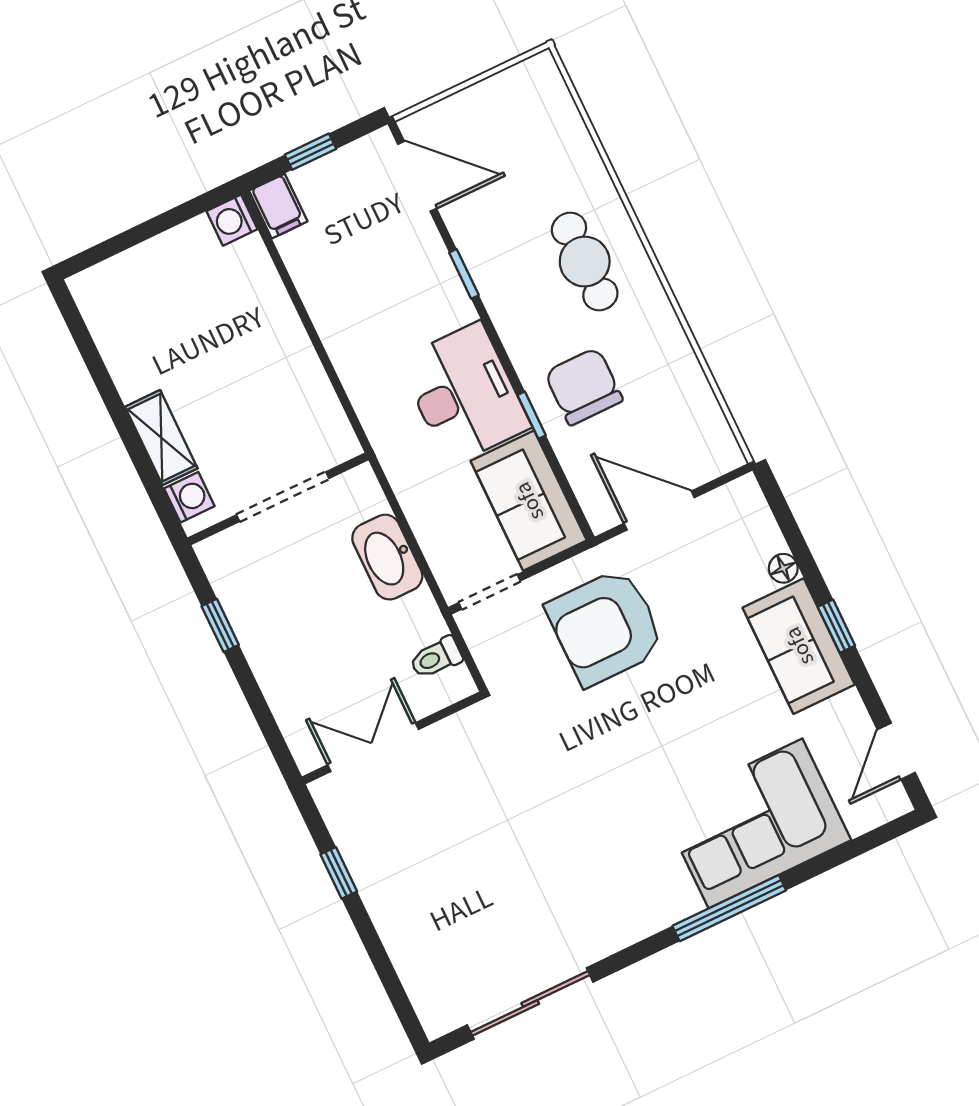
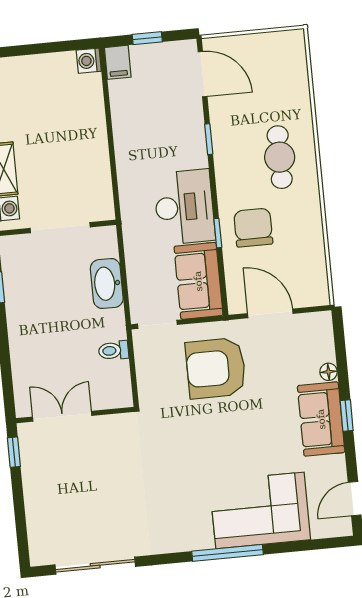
wall: (392, 738) -> (75, 415), moved
double door: (373, 747) -> (62, 416), moved

